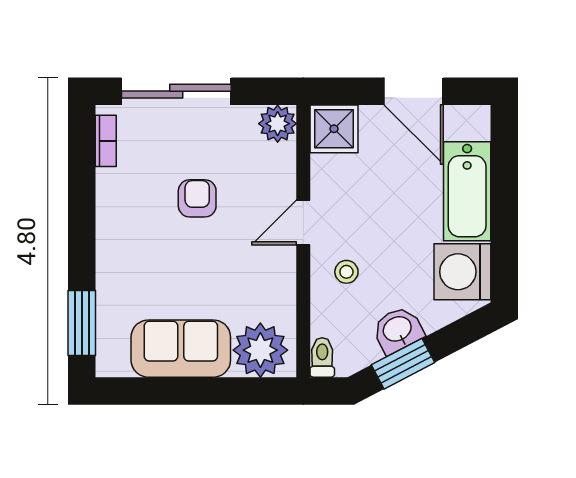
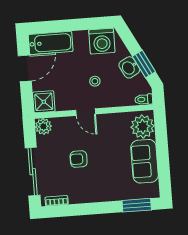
bathtub: (467, 191) -> (51, 43), moved
stool: (346, 272) -> (95, 81), moved

